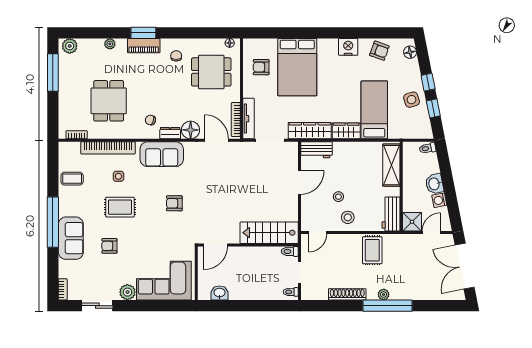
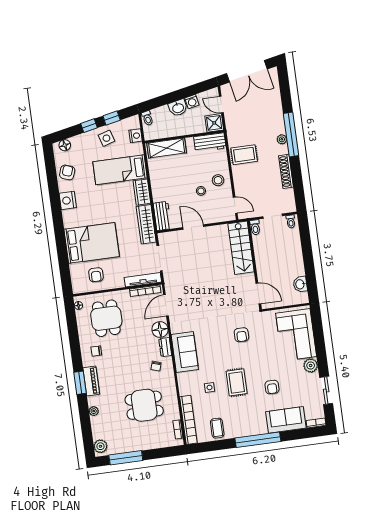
nightstand: (410, 132) -> (136, 136), added
bookcase: (108, 148) -> (188, 420), moved
armchair: (174, 203) -> (241, 335), moved
sofa: (71, 238) -> (286, 420), moved

